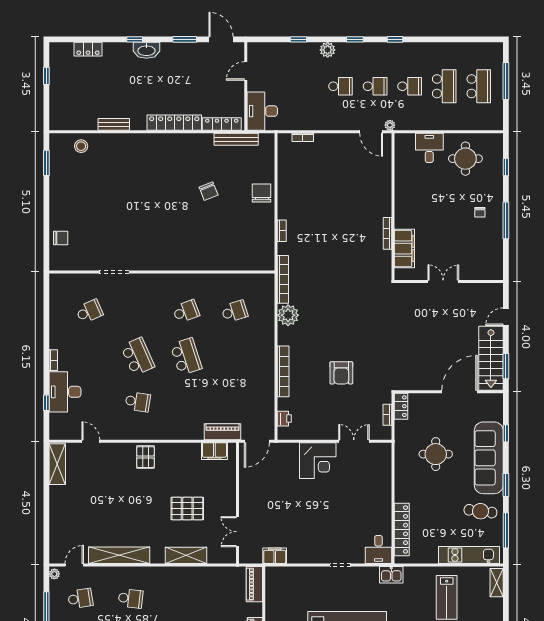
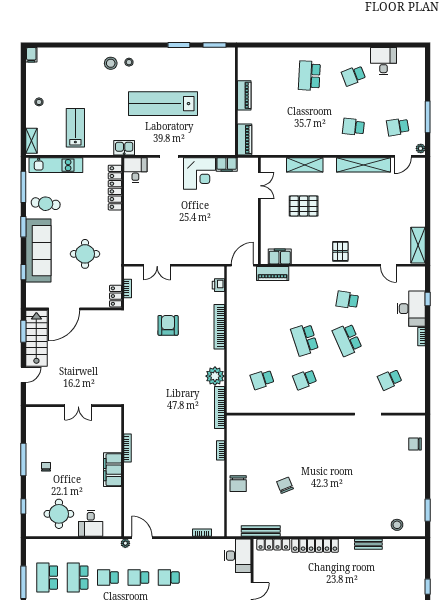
filing cabinet: (404, 249) -> (113, 470), moved
corner desk: (318, 461) -> (199, 173), moved, turned 180

